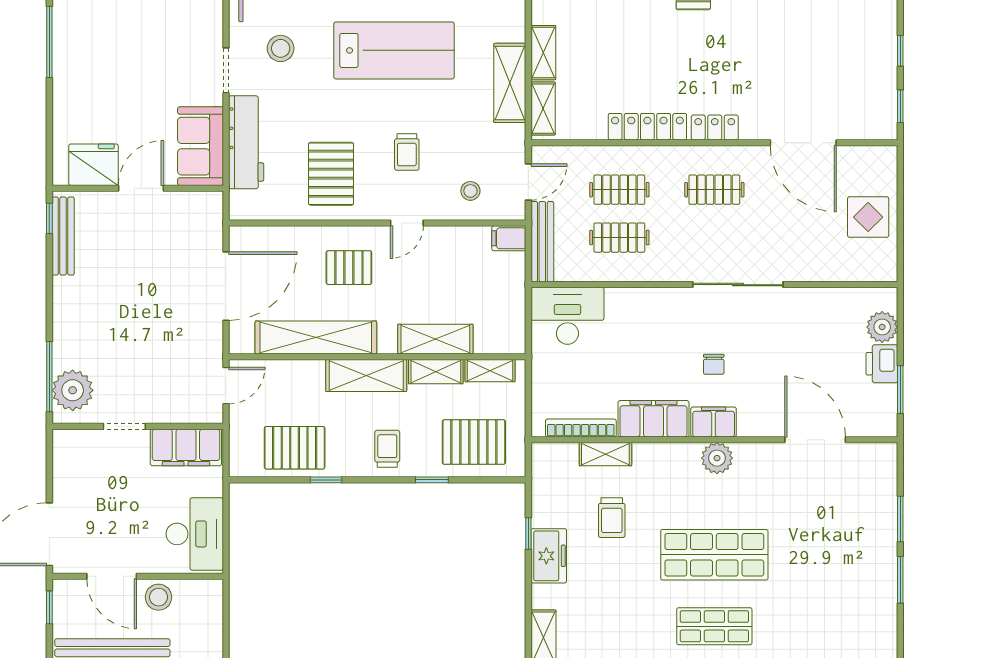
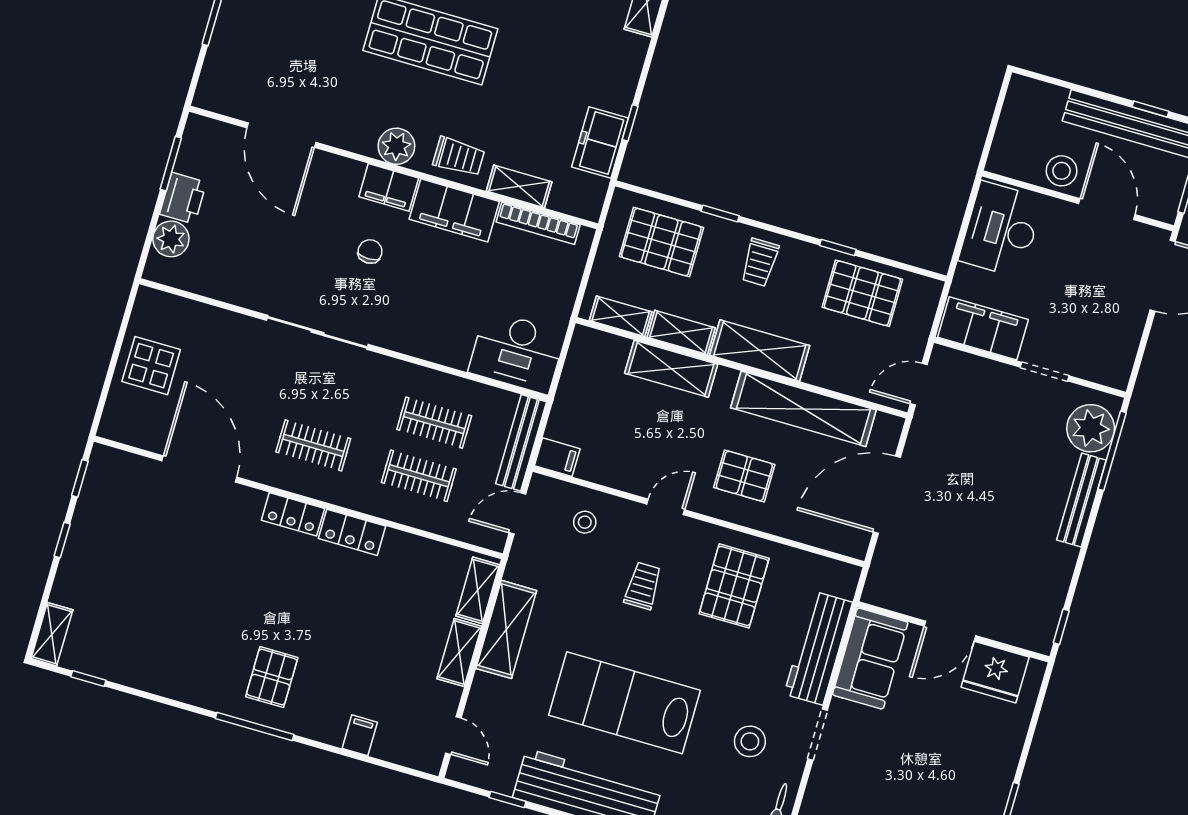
locker: (647, 127) -> (352, 532), width x0.66
bench: (63, 236) -> (1081, 500), moved
trolley: (612, 518) -> (459, 157), moved, turned 90
freezer: (549, 556) -> (600, 142), moved

